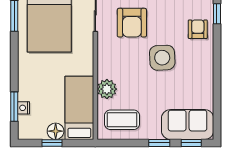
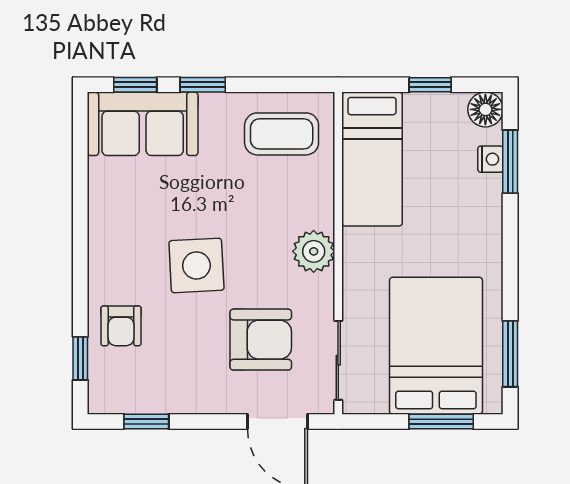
armchair: (132, 23) -> (261, 340), turned 90
plant: (107, 89) -> (314, 251), moved
floor lamp: (56, 131) -> (485, 109), moved

